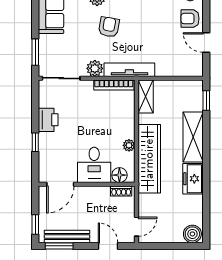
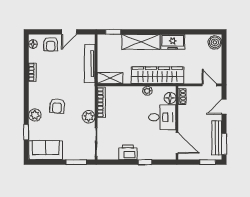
armchair: (109, 27) -> (57, 106), turned -96
tv unit: (129, 70) -> (90, 64), moved

